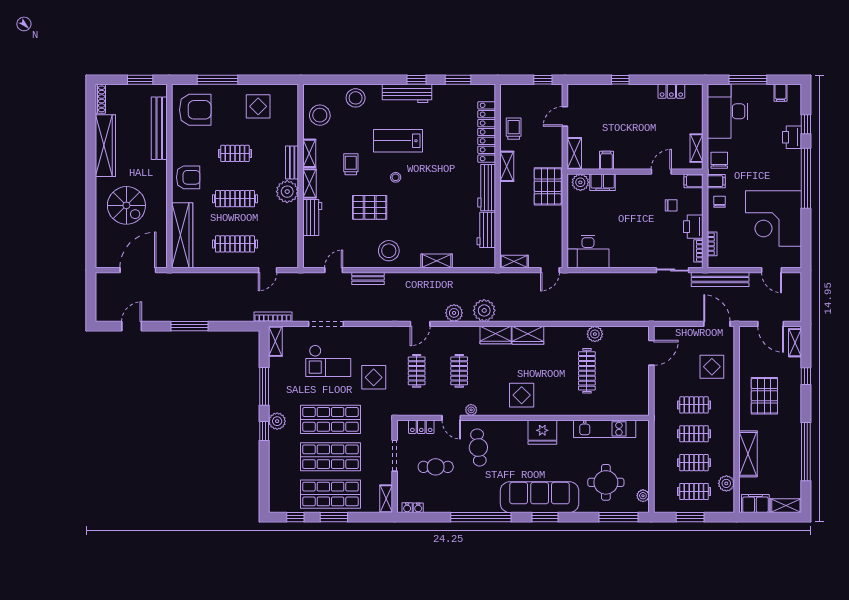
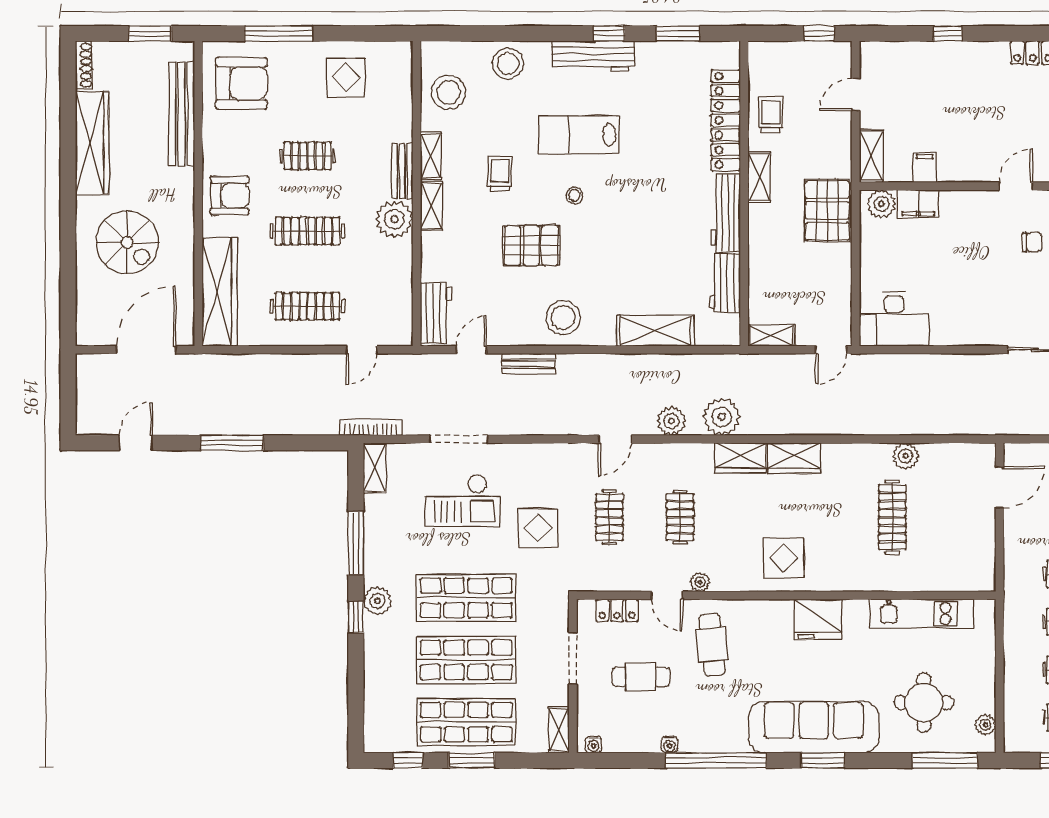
workbench: (312, 218) -> (436, 313), moved
shelving: (437, 261) -> (655, 331), width x1.50, depth x1.33
water cooler: (418, 508) -> (670, 745), moved

